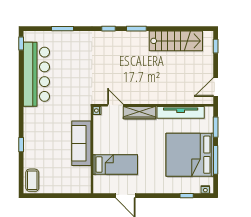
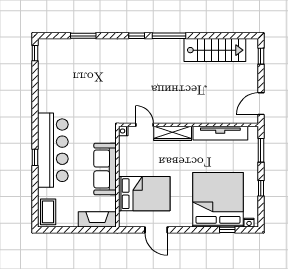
window: (136, 29) -> (169, 36), width x1.44
bar counter: (36, 74) -> (53, 150), moved
window: (21, 145) -> (35, 157), moved
bed: (190, 155) -> (218, 200), moved, turned 90
window: (216, 160) -> (261, 188), width x0.46
bed: (115, 165) -> (144, 194), width x1.50
fireplace: (75, 187) -> (97, 219), added

